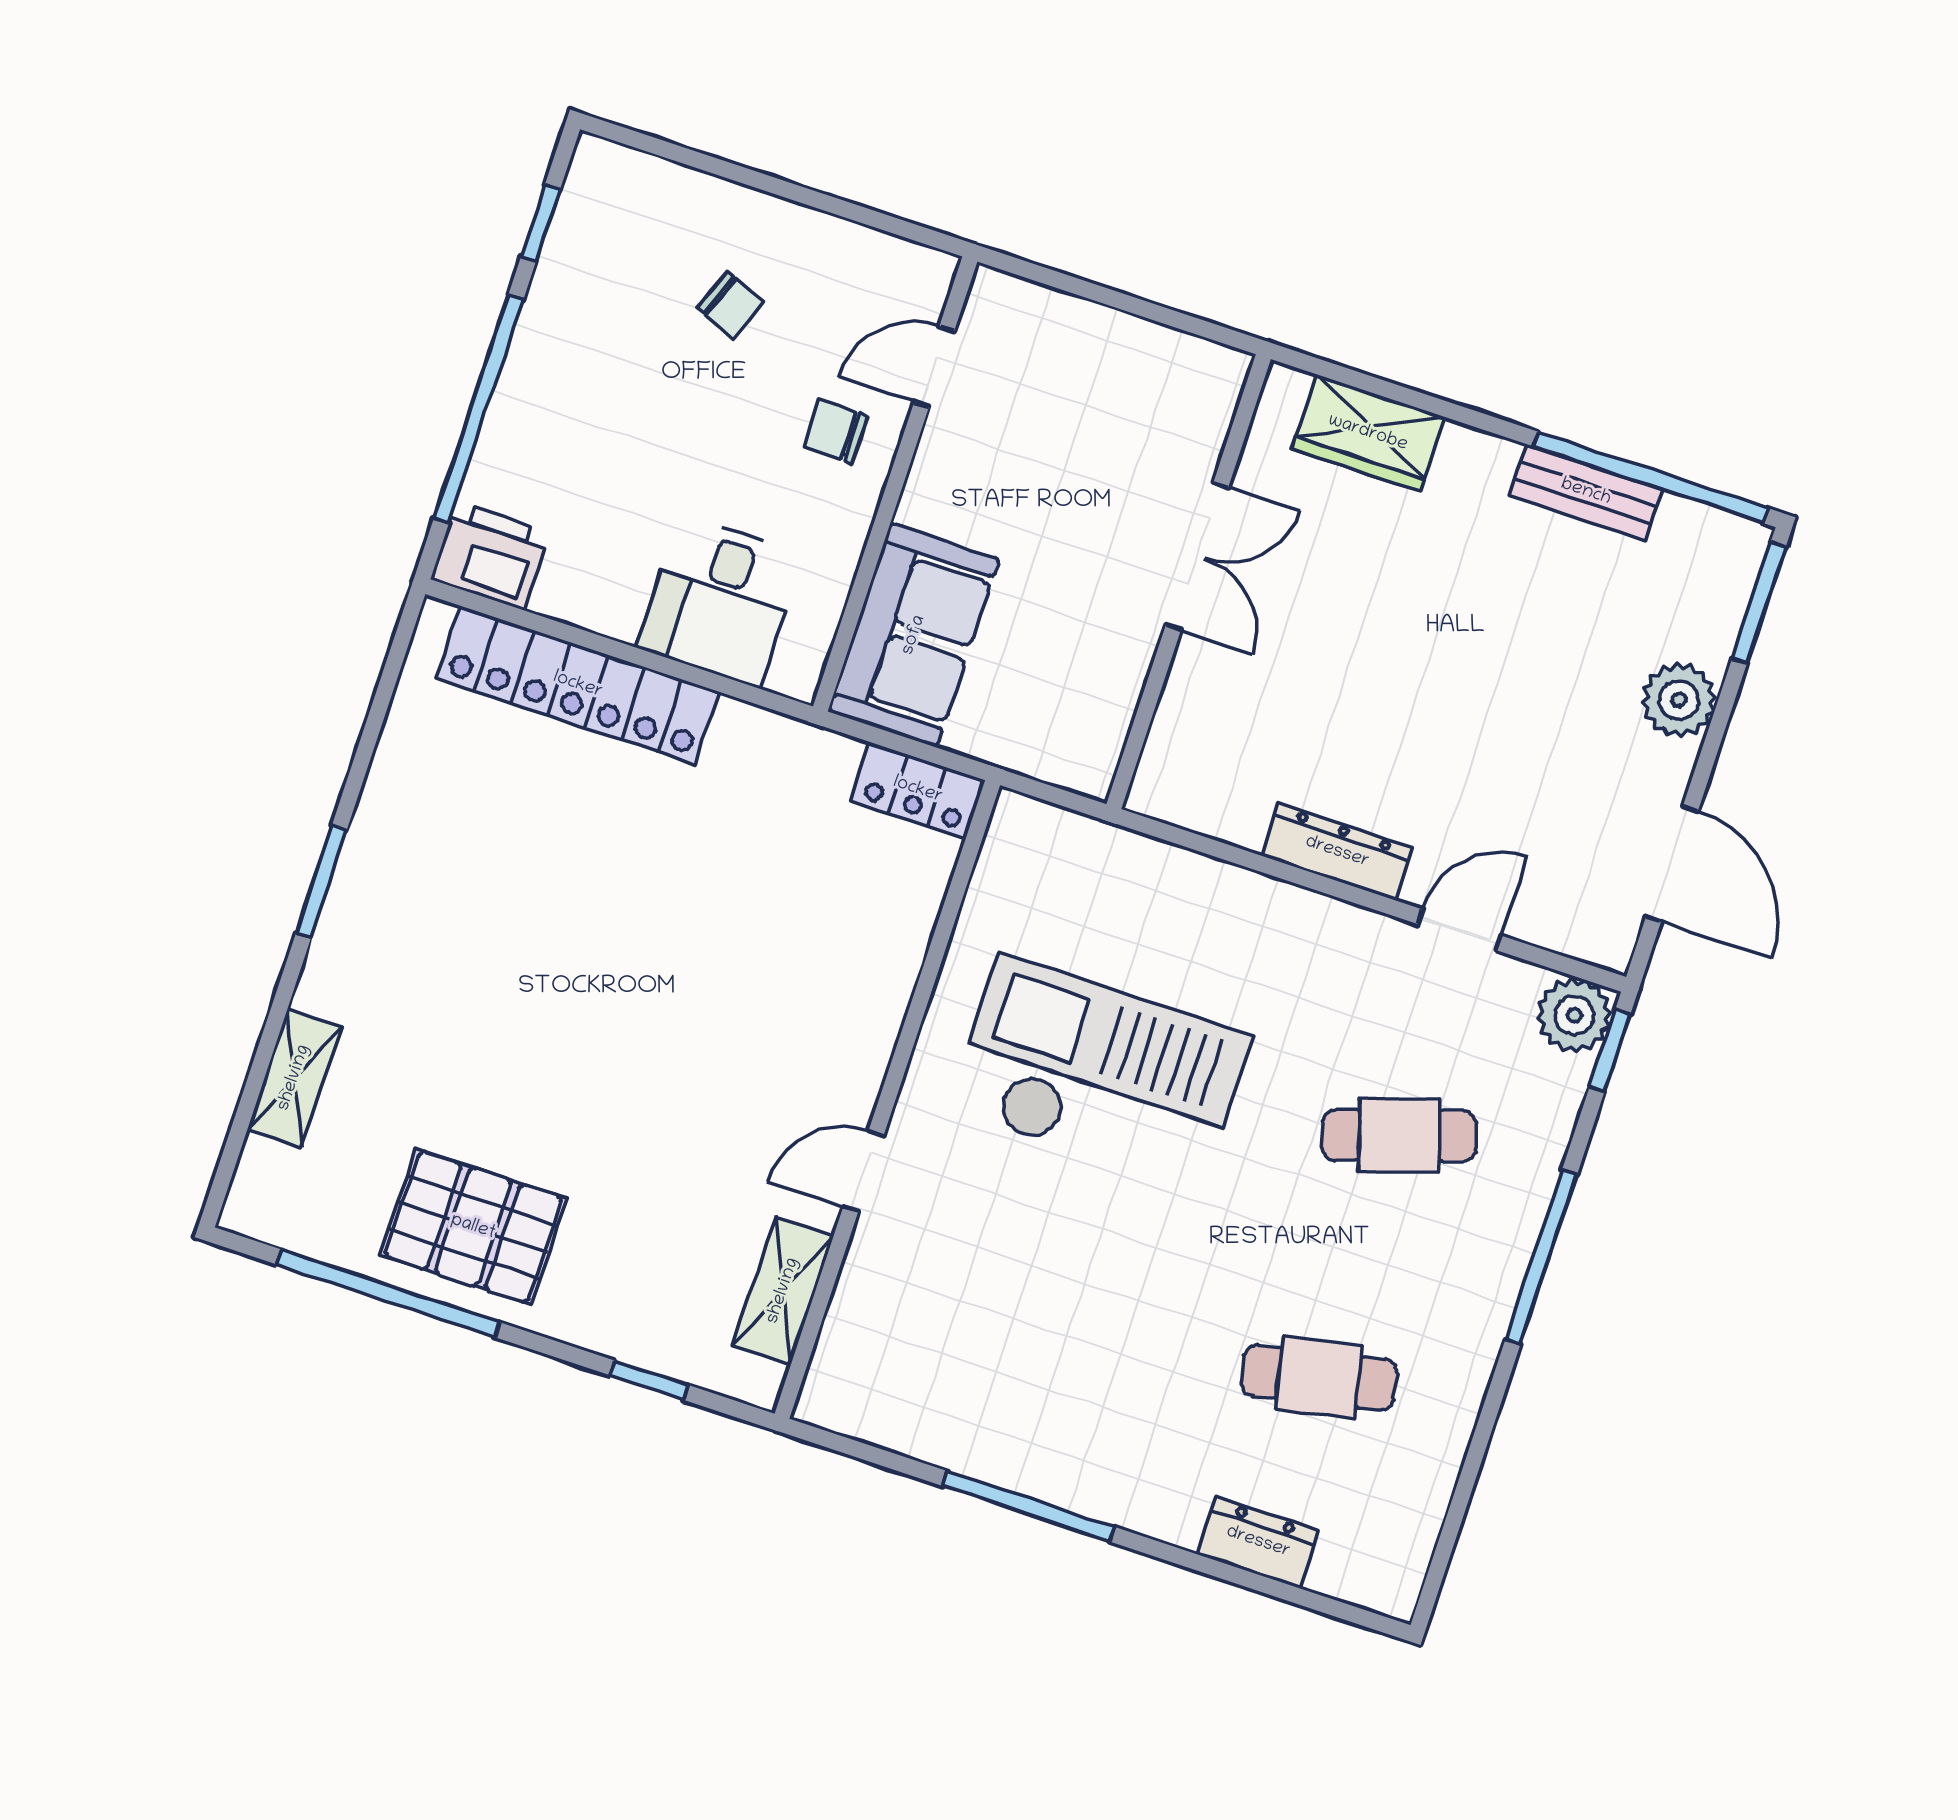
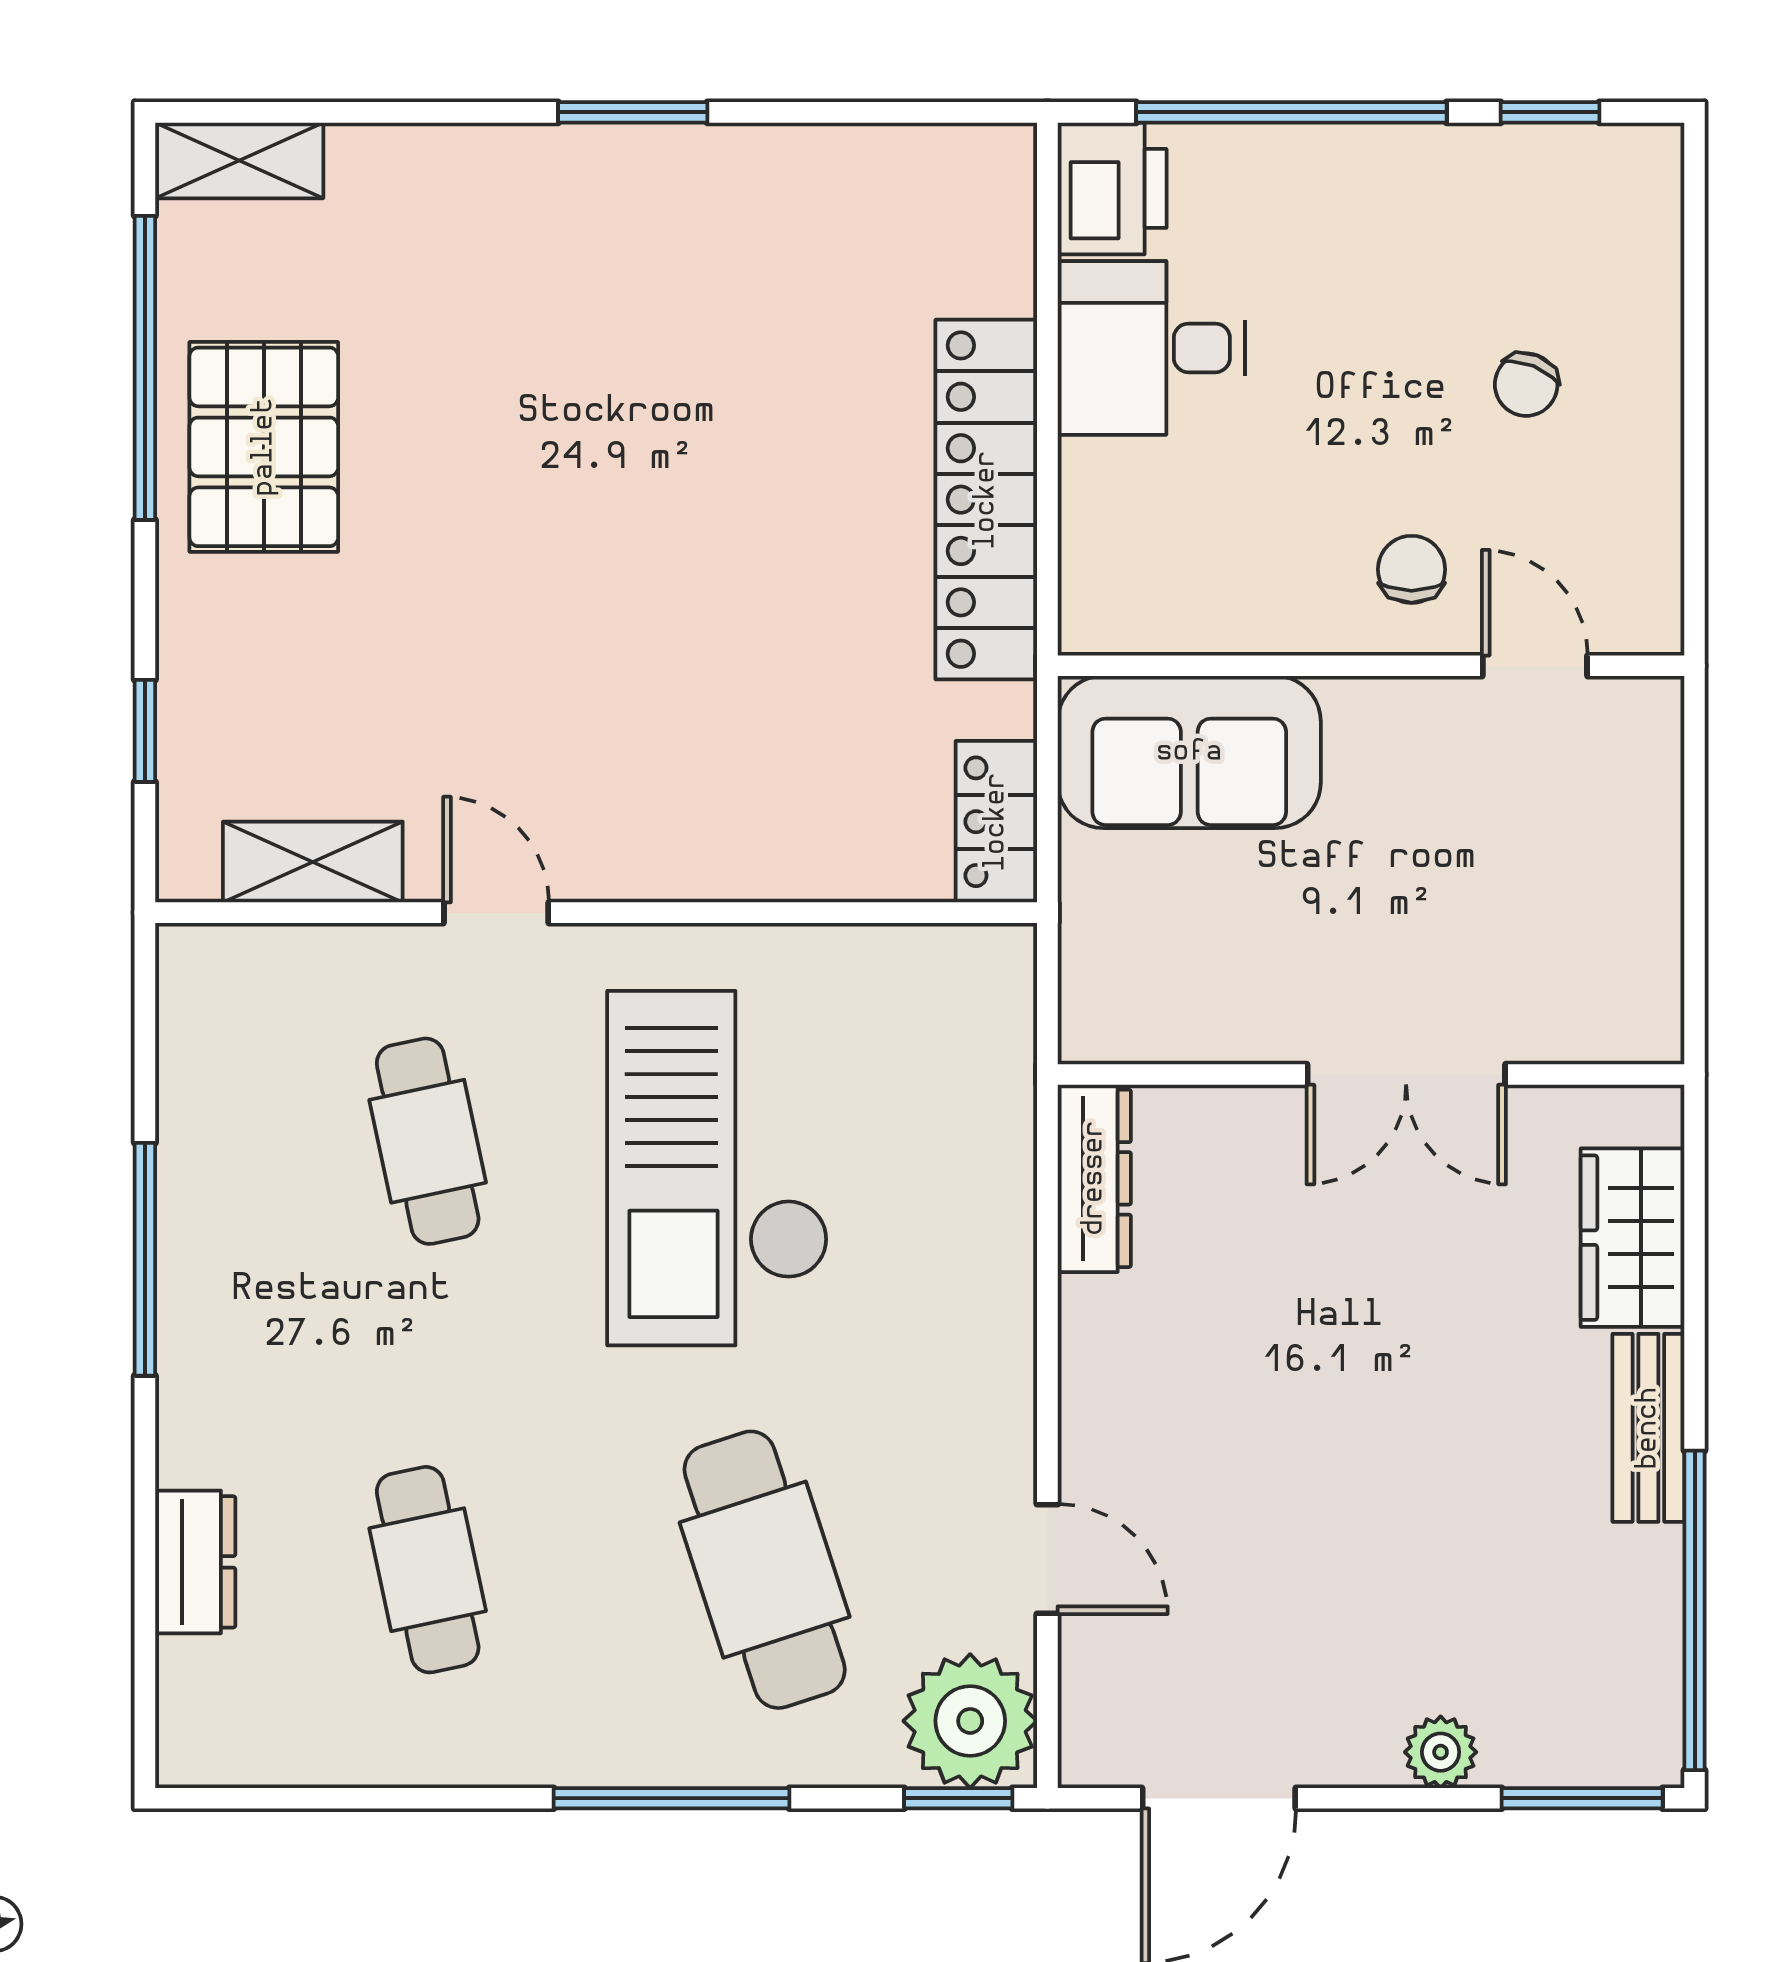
bench: (1586, 492) -> (1648, 1428), moved
desk: (720, 601) -> (1151, 348), moved
locker: (578, 685) -> (986, 500), moved
plant: (1679, 700) -> (1441, 1752), width x0.73, depth x0.73
dresser: (1337, 852) -> (1094, 1178), moved
plant: (1574, 1015) -> (970, 1721), width x1.36, depth x1.36
checkout: (1100, 1073) -> (718, 1168), turned 180
shelving: (294, 1078) -> (239, 160), moved
cafe table: (1399, 1135) -> (765, 1570), width x1.37, depth x1.35
cafe table: (1011, 1275) -> (428, 1141), added

